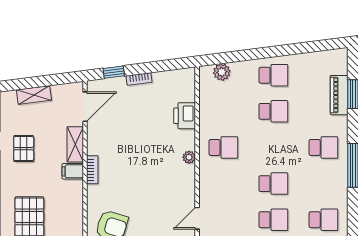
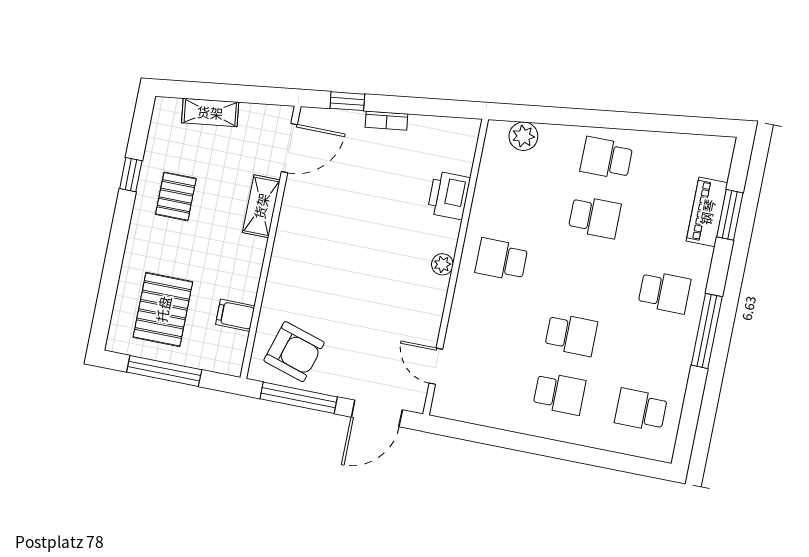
school desk: (273, 75) -> (606, 158), turned 180
school desk: (223, 147) -> (501, 260), turned 180
bookcase: (92, 170) -> (281, 253), removed
filing cabinet: (73, 171) -> (235, 315), moved
door: (197, 218) -> (436, 366), hinge flipped
school desk: (323, 220) -> (641, 410), turned 180

